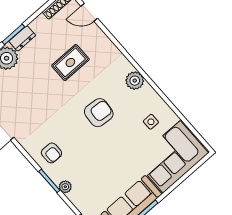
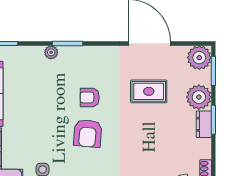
rug: (70, 63) -> (149, 91), moved, turned 90
armchair: (51, 153) -> (90, 97), moved

